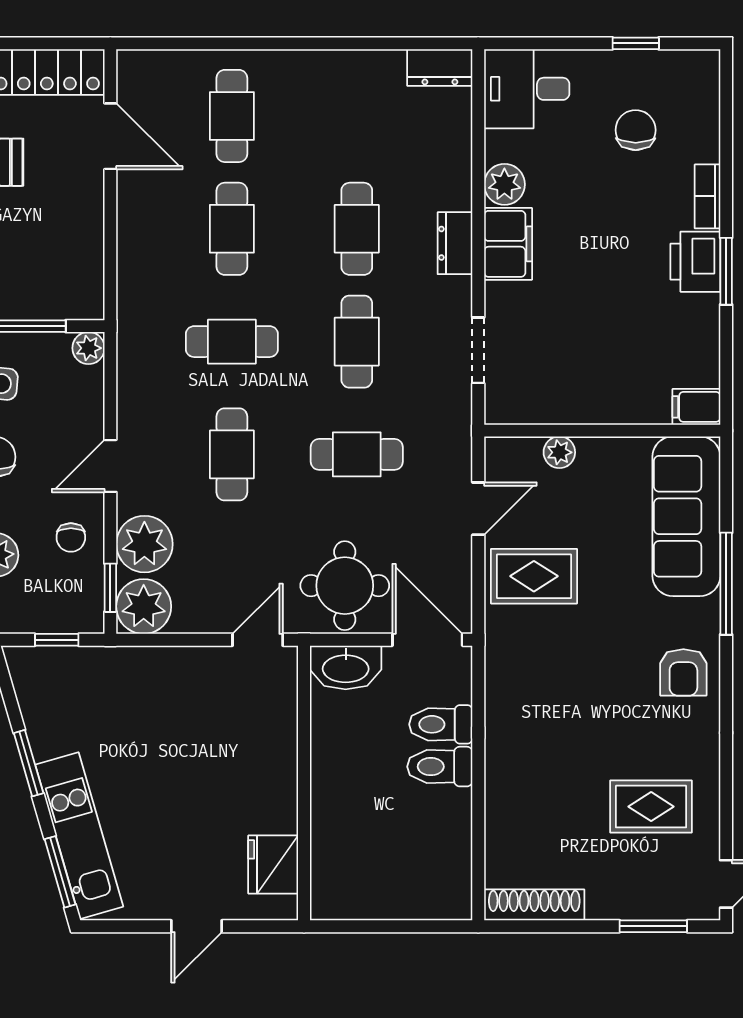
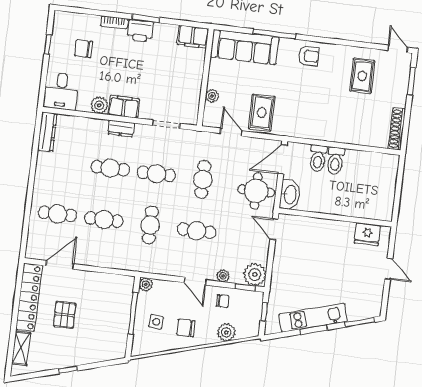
dresser: (440, 68) -> (47, 132), width x1.44
filing cabinet: (696, 407) -> (193, 37), width x2.00
plant: (144, 544) -> (223, 276), width x0.53, depth x0.53
kitchen unit: (79, 836) -> (313, 318), moved

